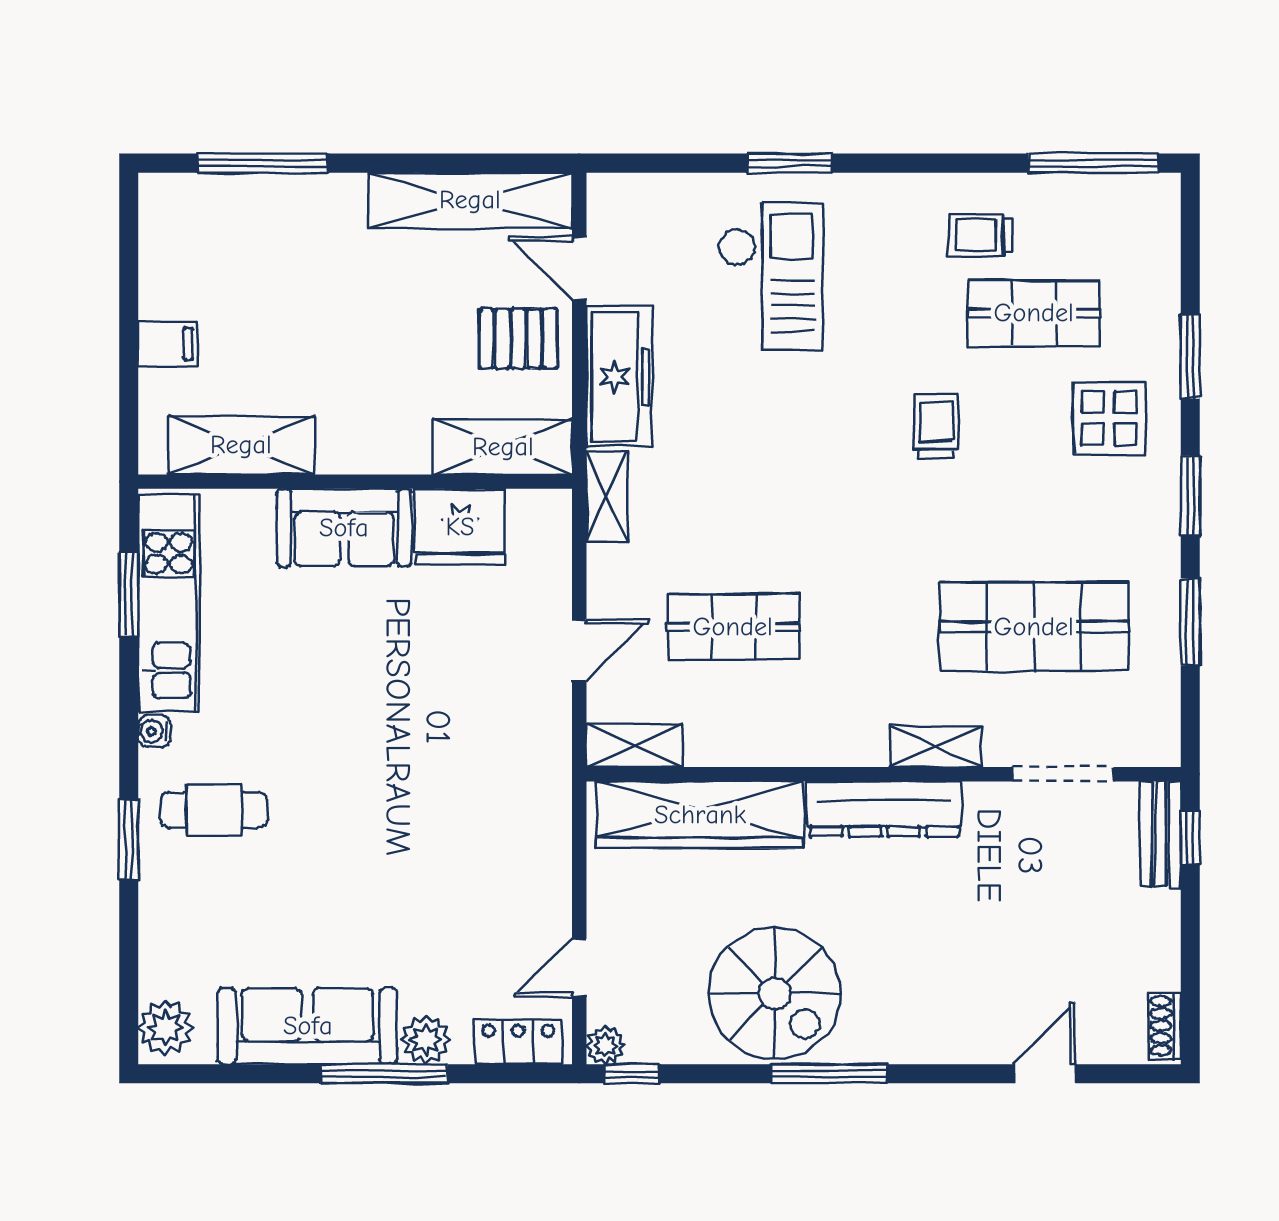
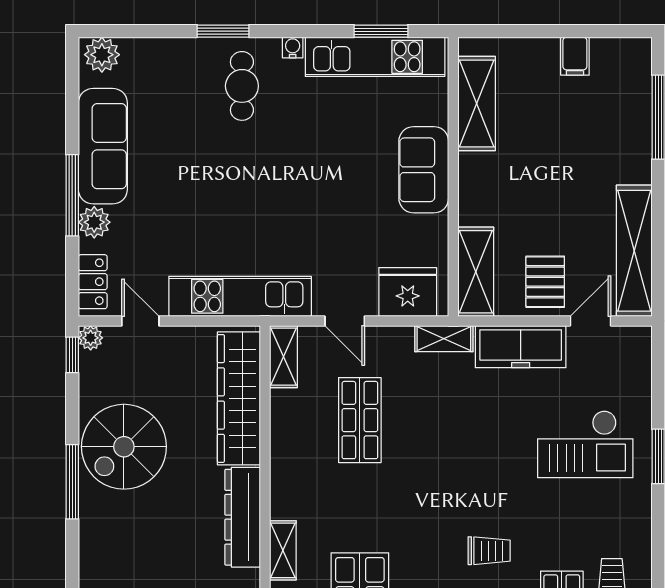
filing cabinet: (168, 344) -> (575, 56), moved
fridge: (460, 527) -> (408, 292), moved, turned 90
kitchen unit: (541, 813) -> (240, 296), added

